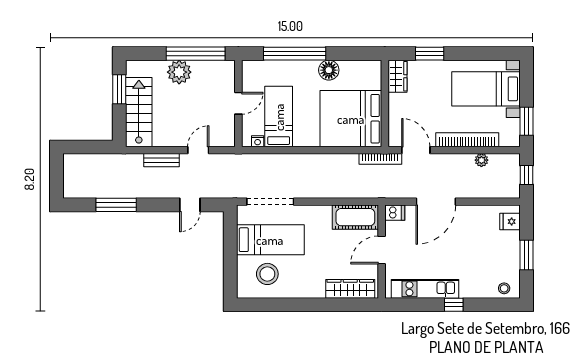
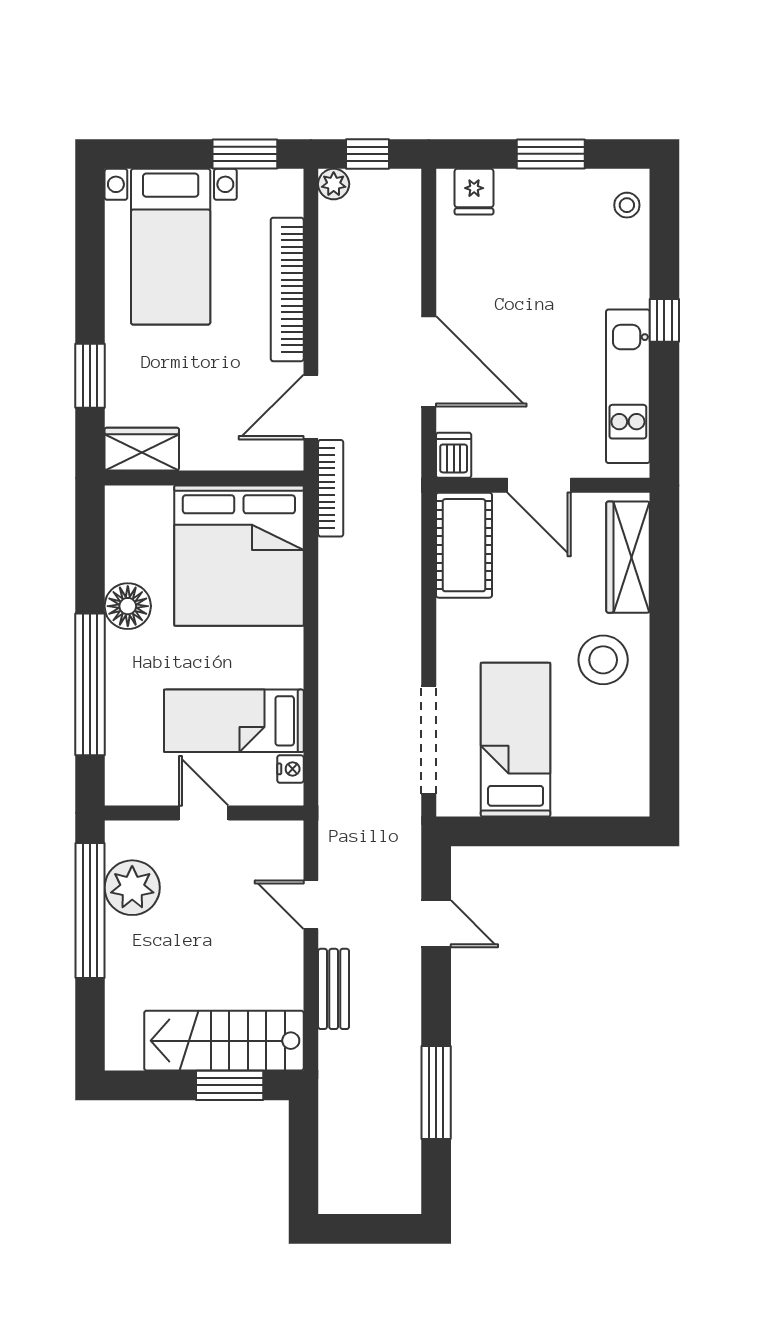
plant: (179, 72) -> (132, 888), moved
window: (119, 89) -> (230, 1085), moved
plant: (481, 160) -> (334, 184), moved
stool: (267, 274) -> (603, 660), moved

